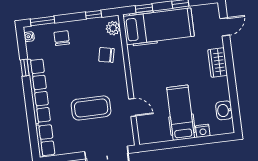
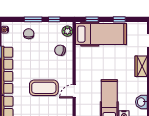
window: (42, 21) -> (33, 19), moved
door: (132, 107) -> (74, 91), swing flipped

